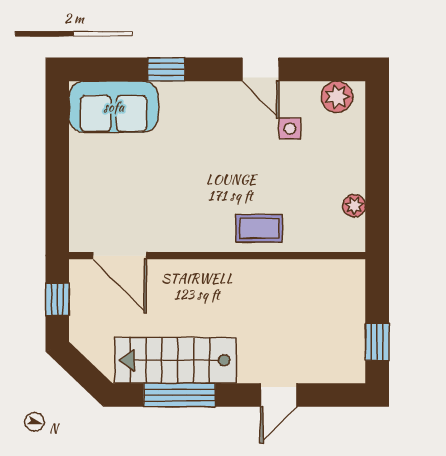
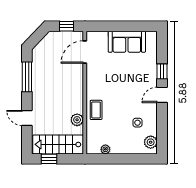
door: (261, 69) -> (162, 95), moved
sofa: (114, 107) -> (127, 42), moved, turned -90
plant: (283, 274) -> (77, 120), added
stairs: (175, 360) -> (58, 144), moved, turned -90

